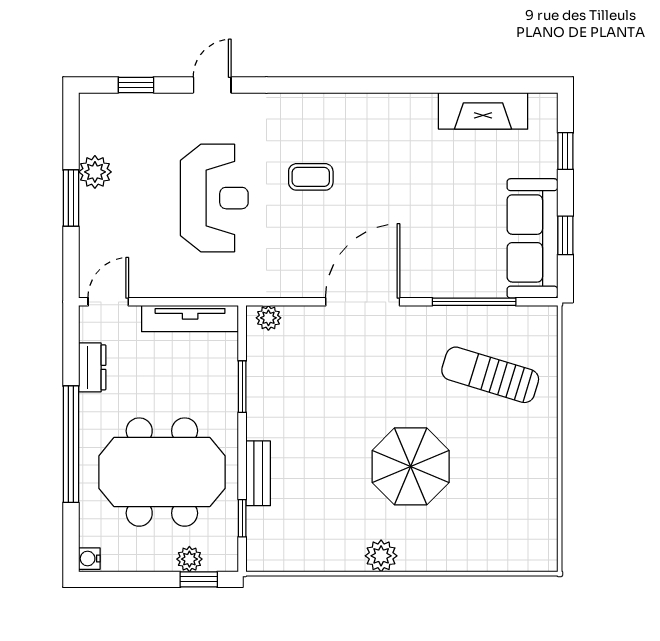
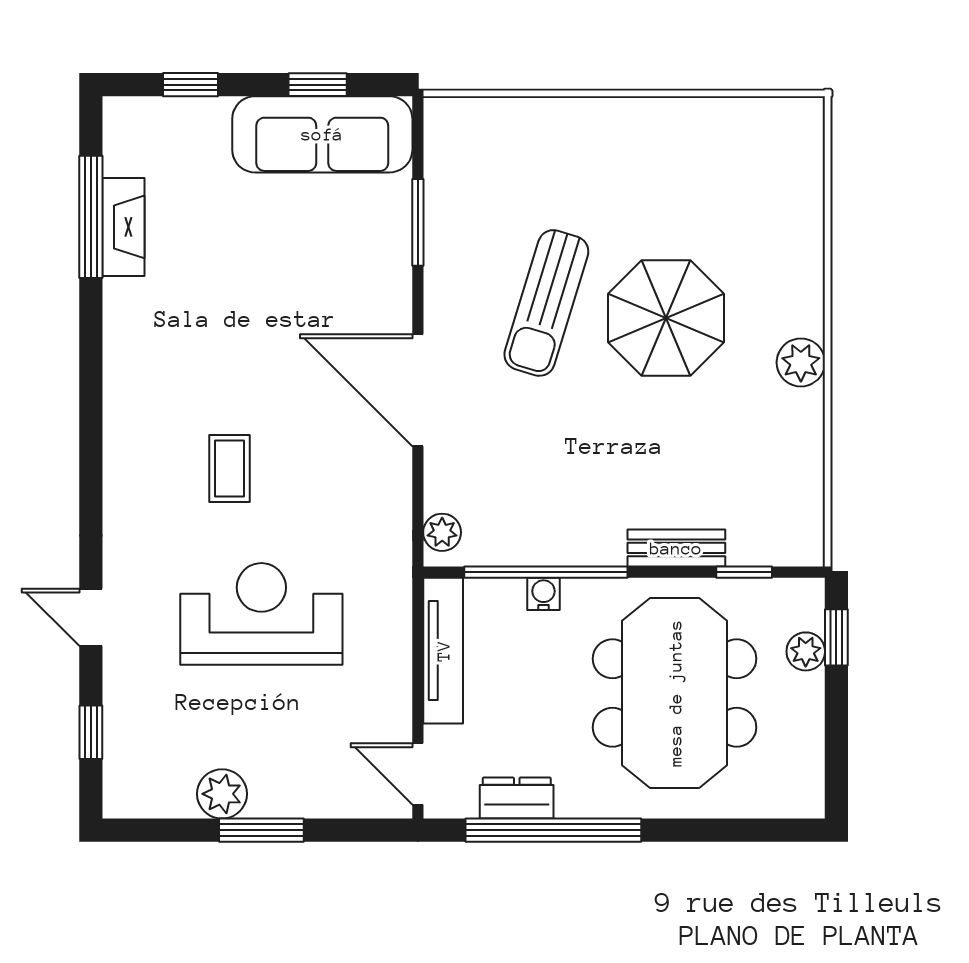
window: (478, 85) -> (91, 217), added
fireplace: (483, 111) -> (123, 227), width x0.73, depth x0.76
window: (474, 302) -> (418, 222), width x0.69
sun lounger: (490, 375) -> (546, 303), moved
window: (242, 387) -> (546, 572), width x2.11
window: (71, 444) -> (553, 830), moved
water cooler: (89, 559) -> (543, 594), moved, turned 180

